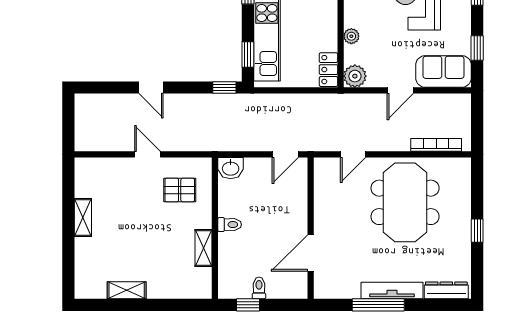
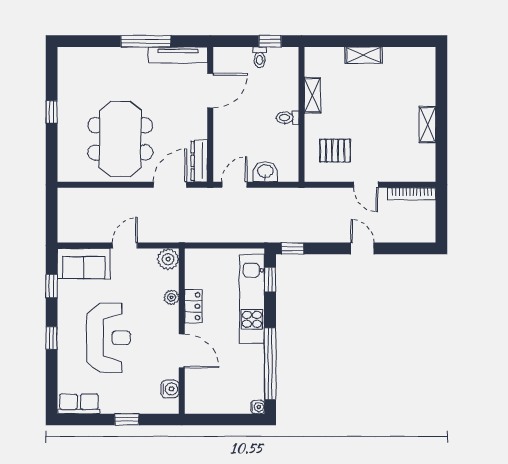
locker: (328, 70) -> (193, 306), moved
bookcase: (436, 145) -> (412, 194), moved
door: (353, 154) -> (170, 185), width x1.38
washbasin: (231, 168) -> (265, 172), moved
shelving: (127, 290) -> (364, 55), moved
dresser: (446, 290) -> (199, 161), moved, turned 90
tv unit: (392, 291) -> (178, 55), moved

